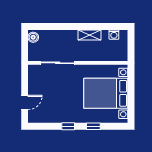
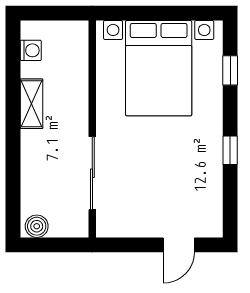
door: (25, 103) -> (179, 245), swing flipped
window: (93, 126) -> (230, 70), moved

